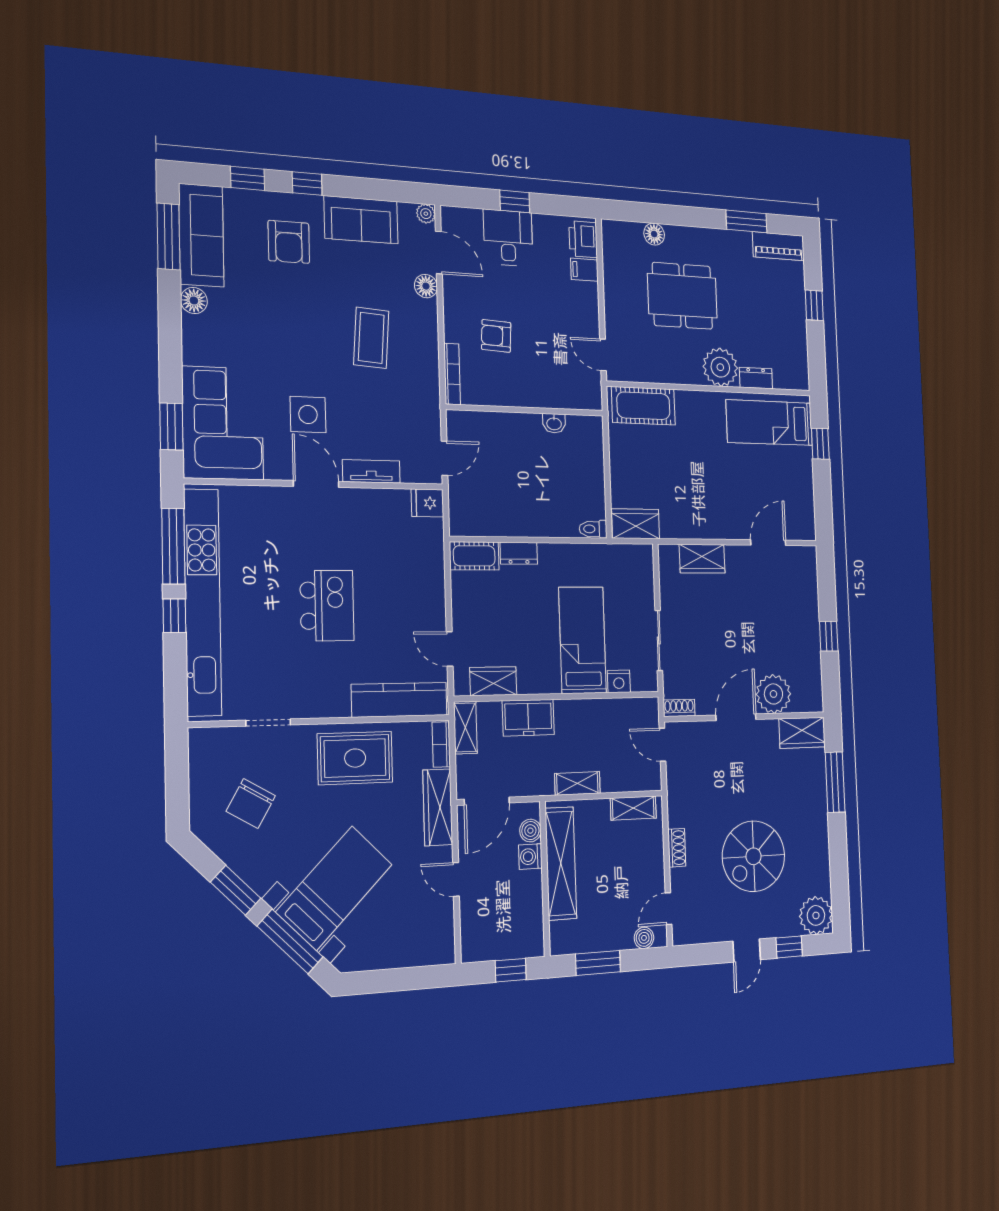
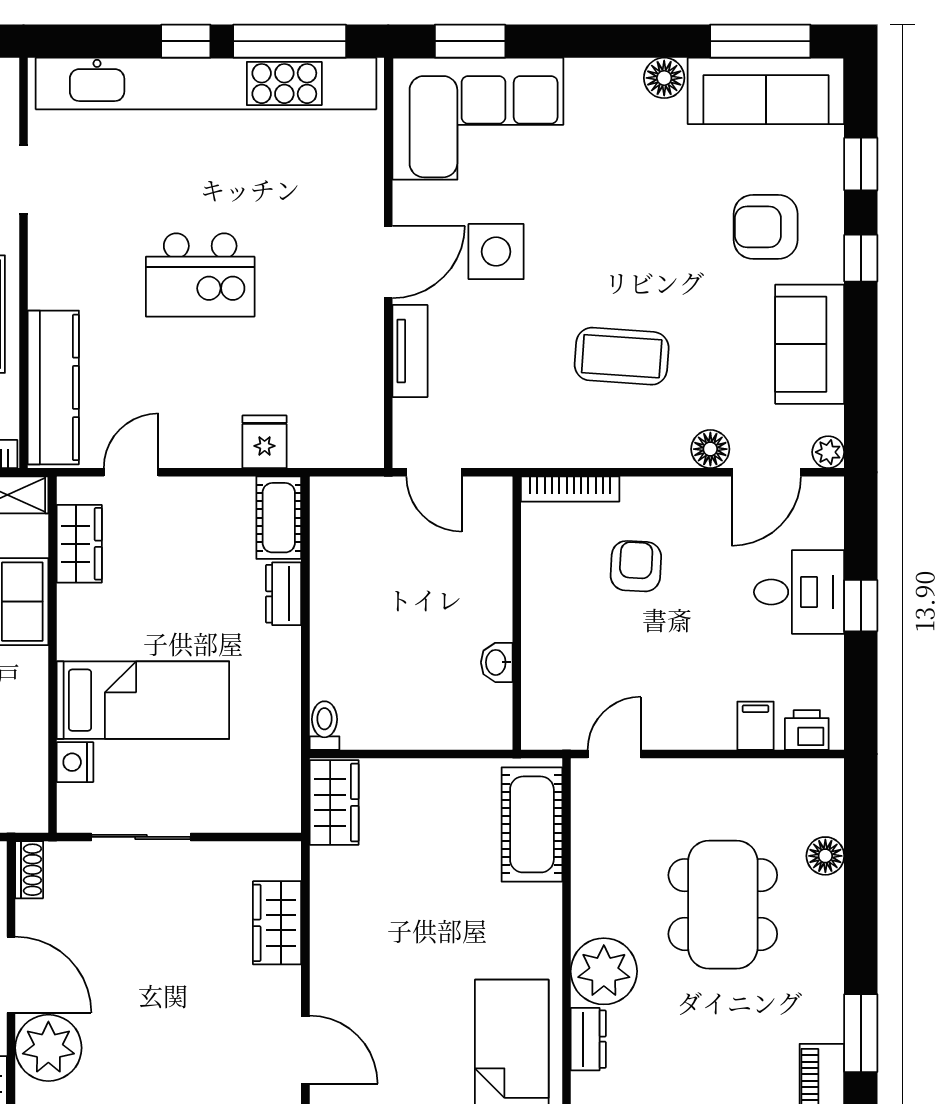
printer: (583, 239) -> (807, 730), width x0.73, depth x0.81
fridge: (427, 503) -> (265, 442), moved

